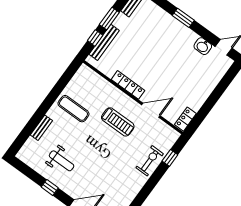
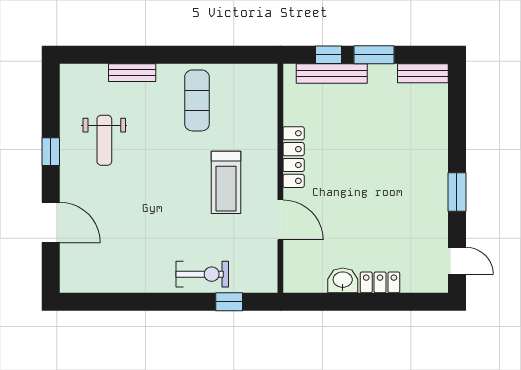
window: (183, 18) -> (457, 192), moved
washbasin: (203, 46) -> (343, 280), moved, turned 90
locker: (185, 119) -> (380, 282), moved

